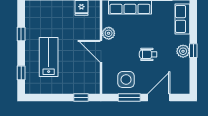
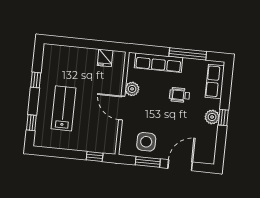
wheelchair: (148, 54) -> (179, 95), moved

